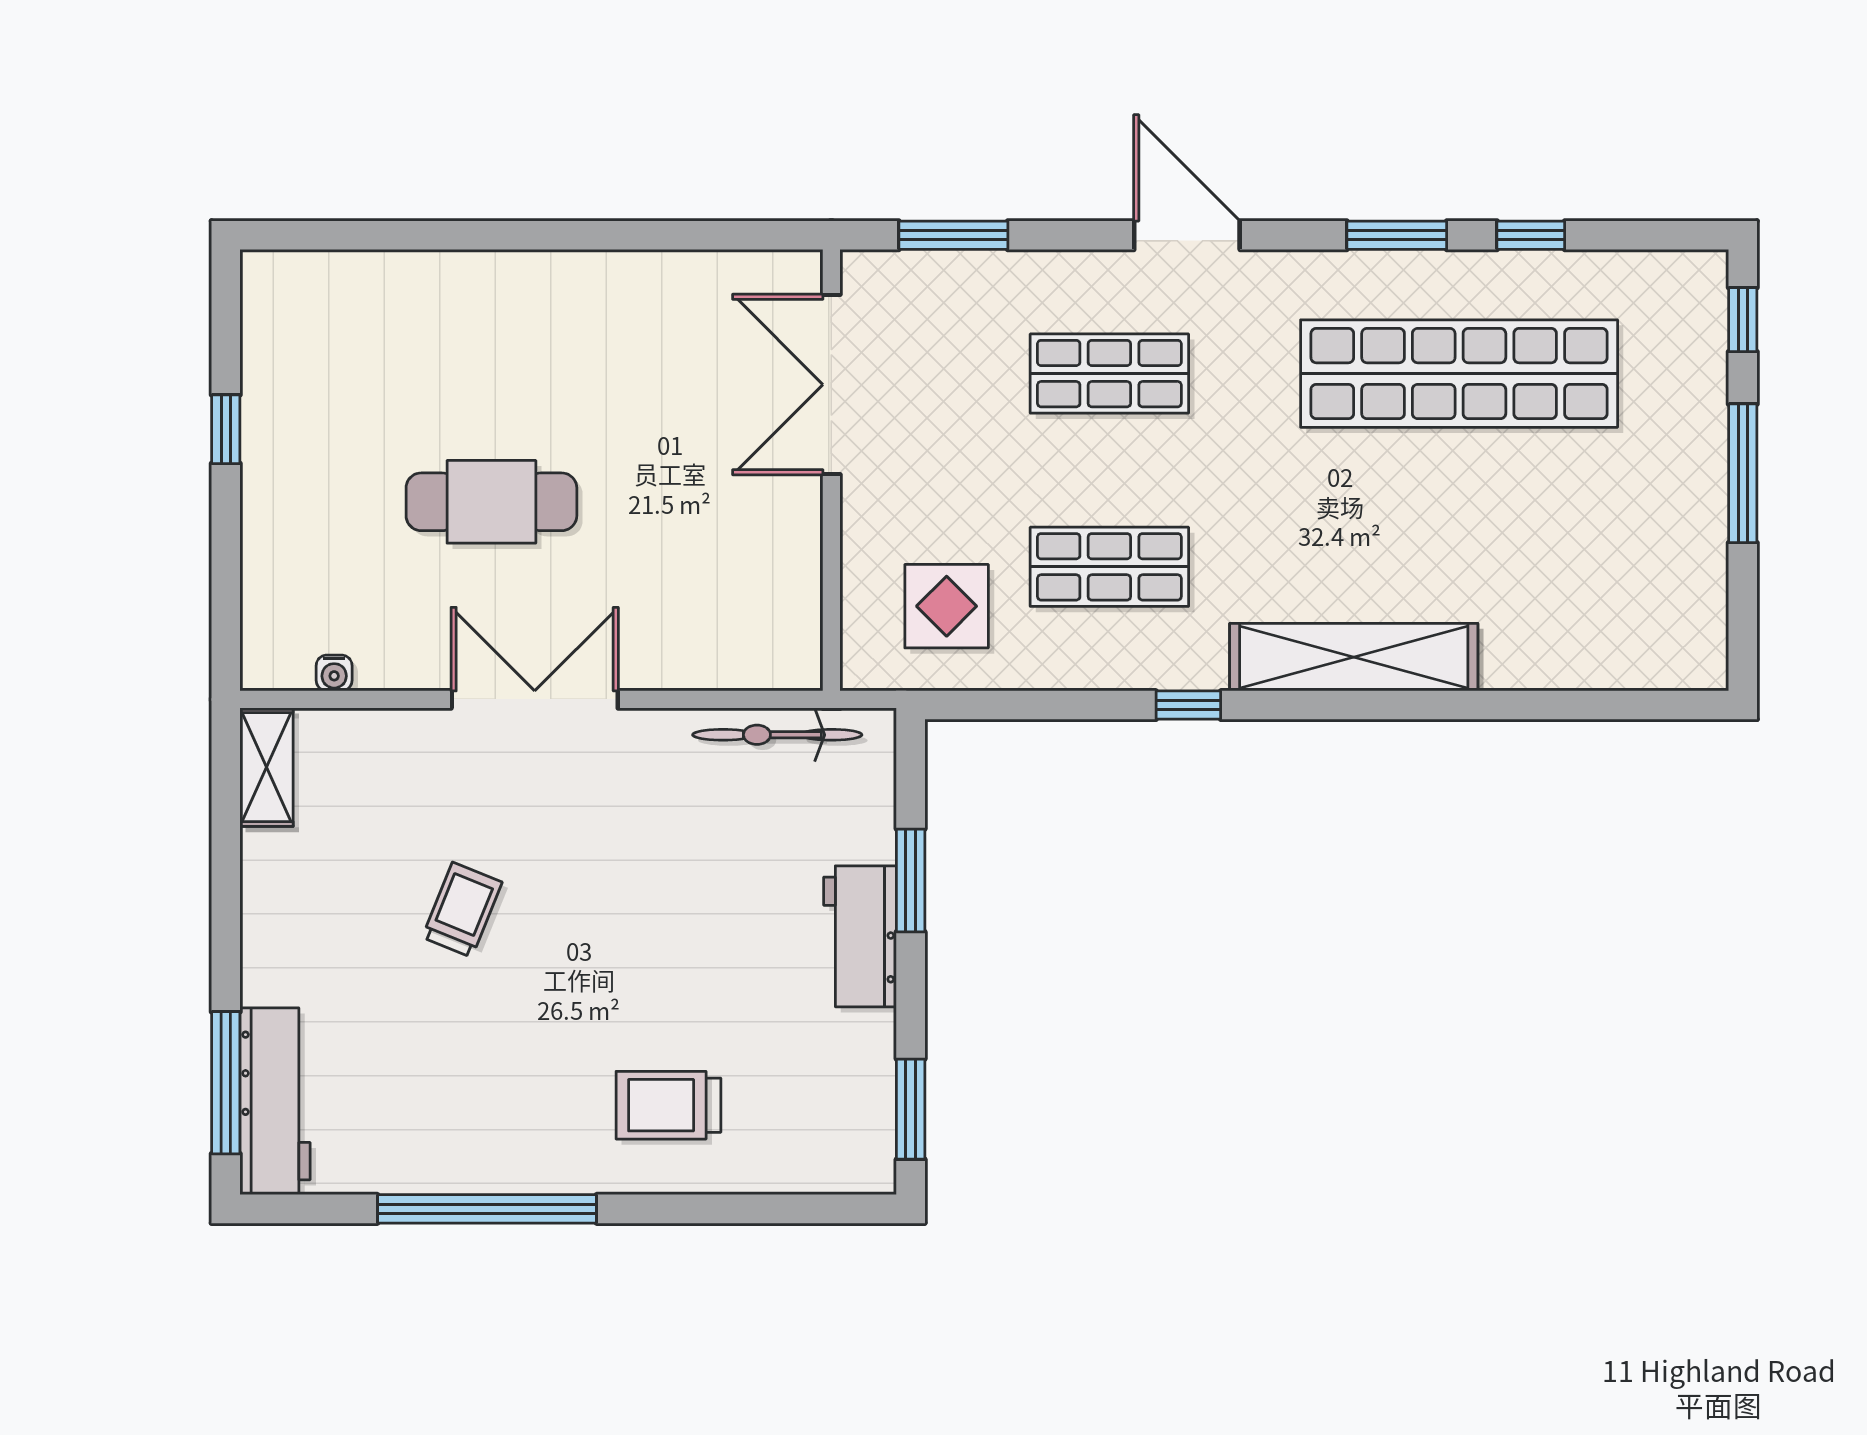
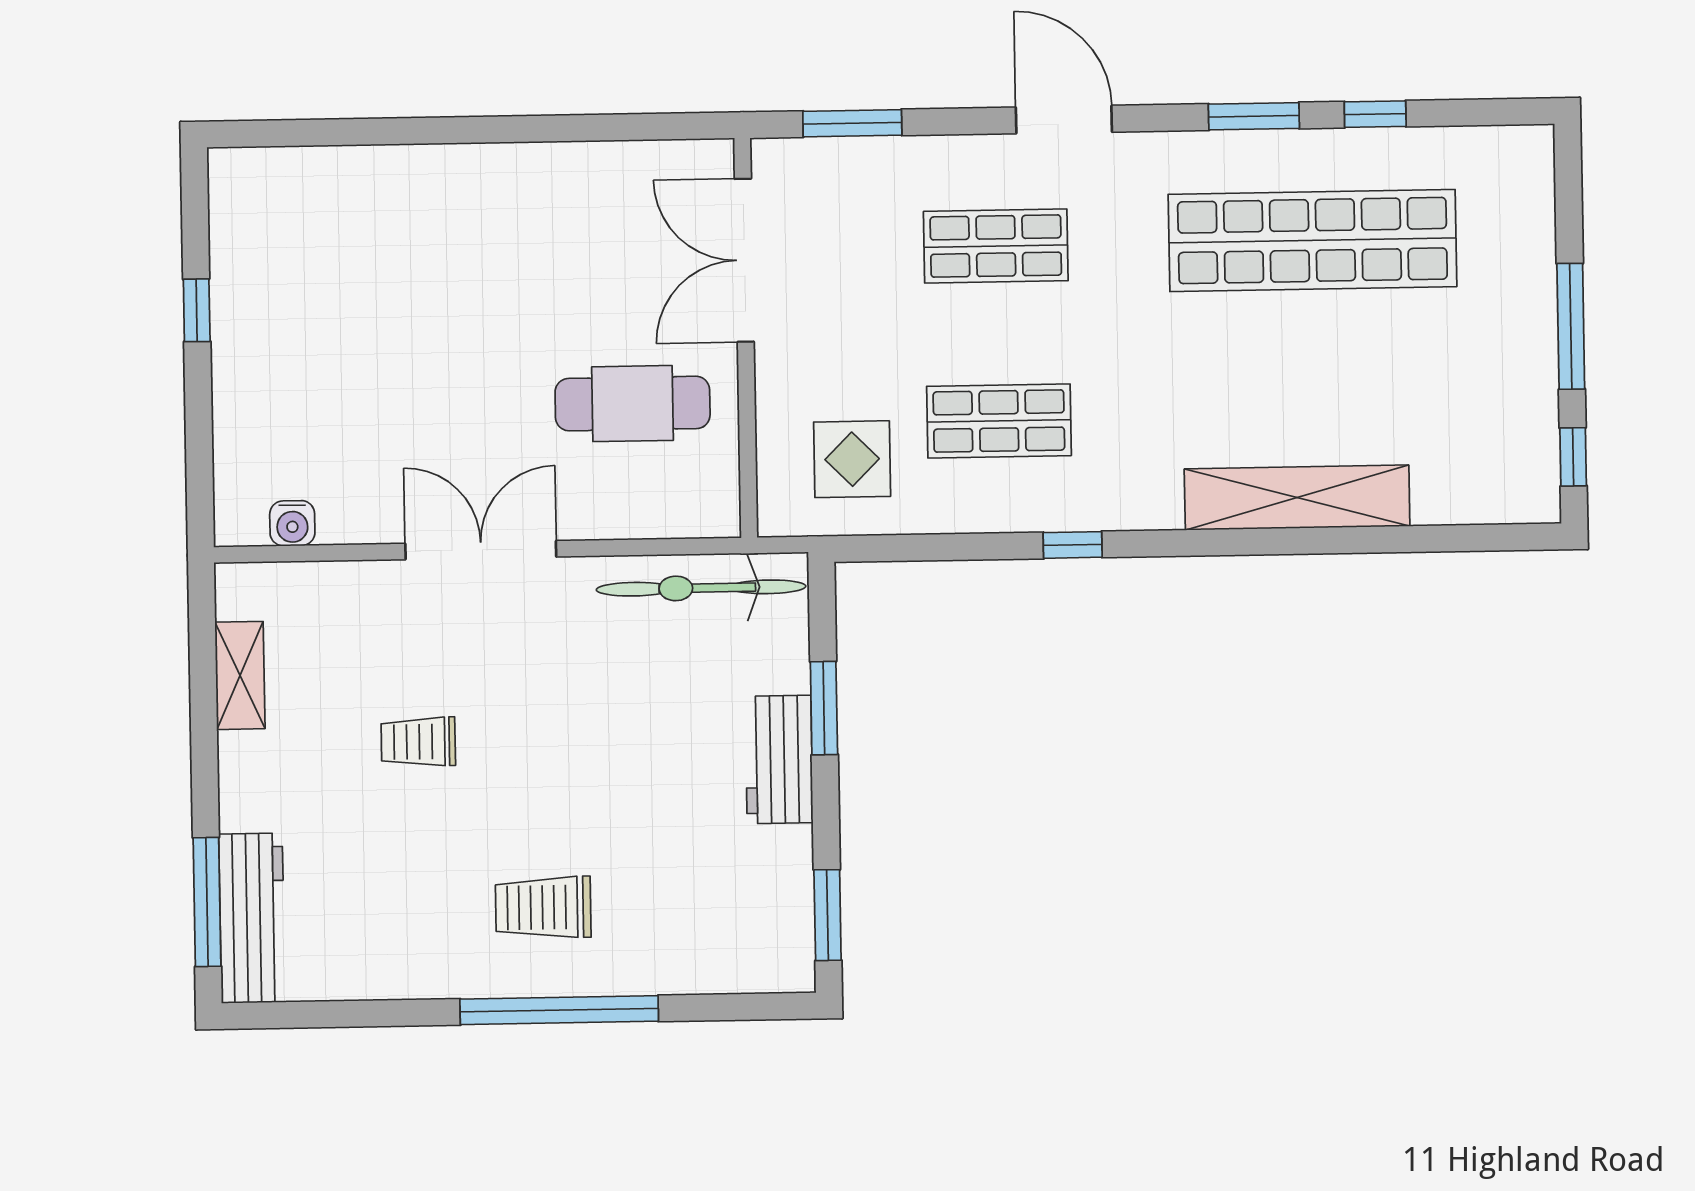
window: (1743, 320) -> (1573, 457), moved
cafe table: (491, 502) -> (633, 404), moved
shelving: (1354, 657) -> (1297, 498), moved
water cooler: (334, 673) -> (292, 523), width x1.38, depth x1.38
bicycle: (777, 735) -> (701, 588), width x1.37, depth x1.40
shelving: (267, 767) -> (240, 675), moved
trolley: (462, 910) -> (418, 742), turned -112
trolley: (668, 1105) -> (543, 907), moved
window: (487, 1209) -> (559, 1010), moved

